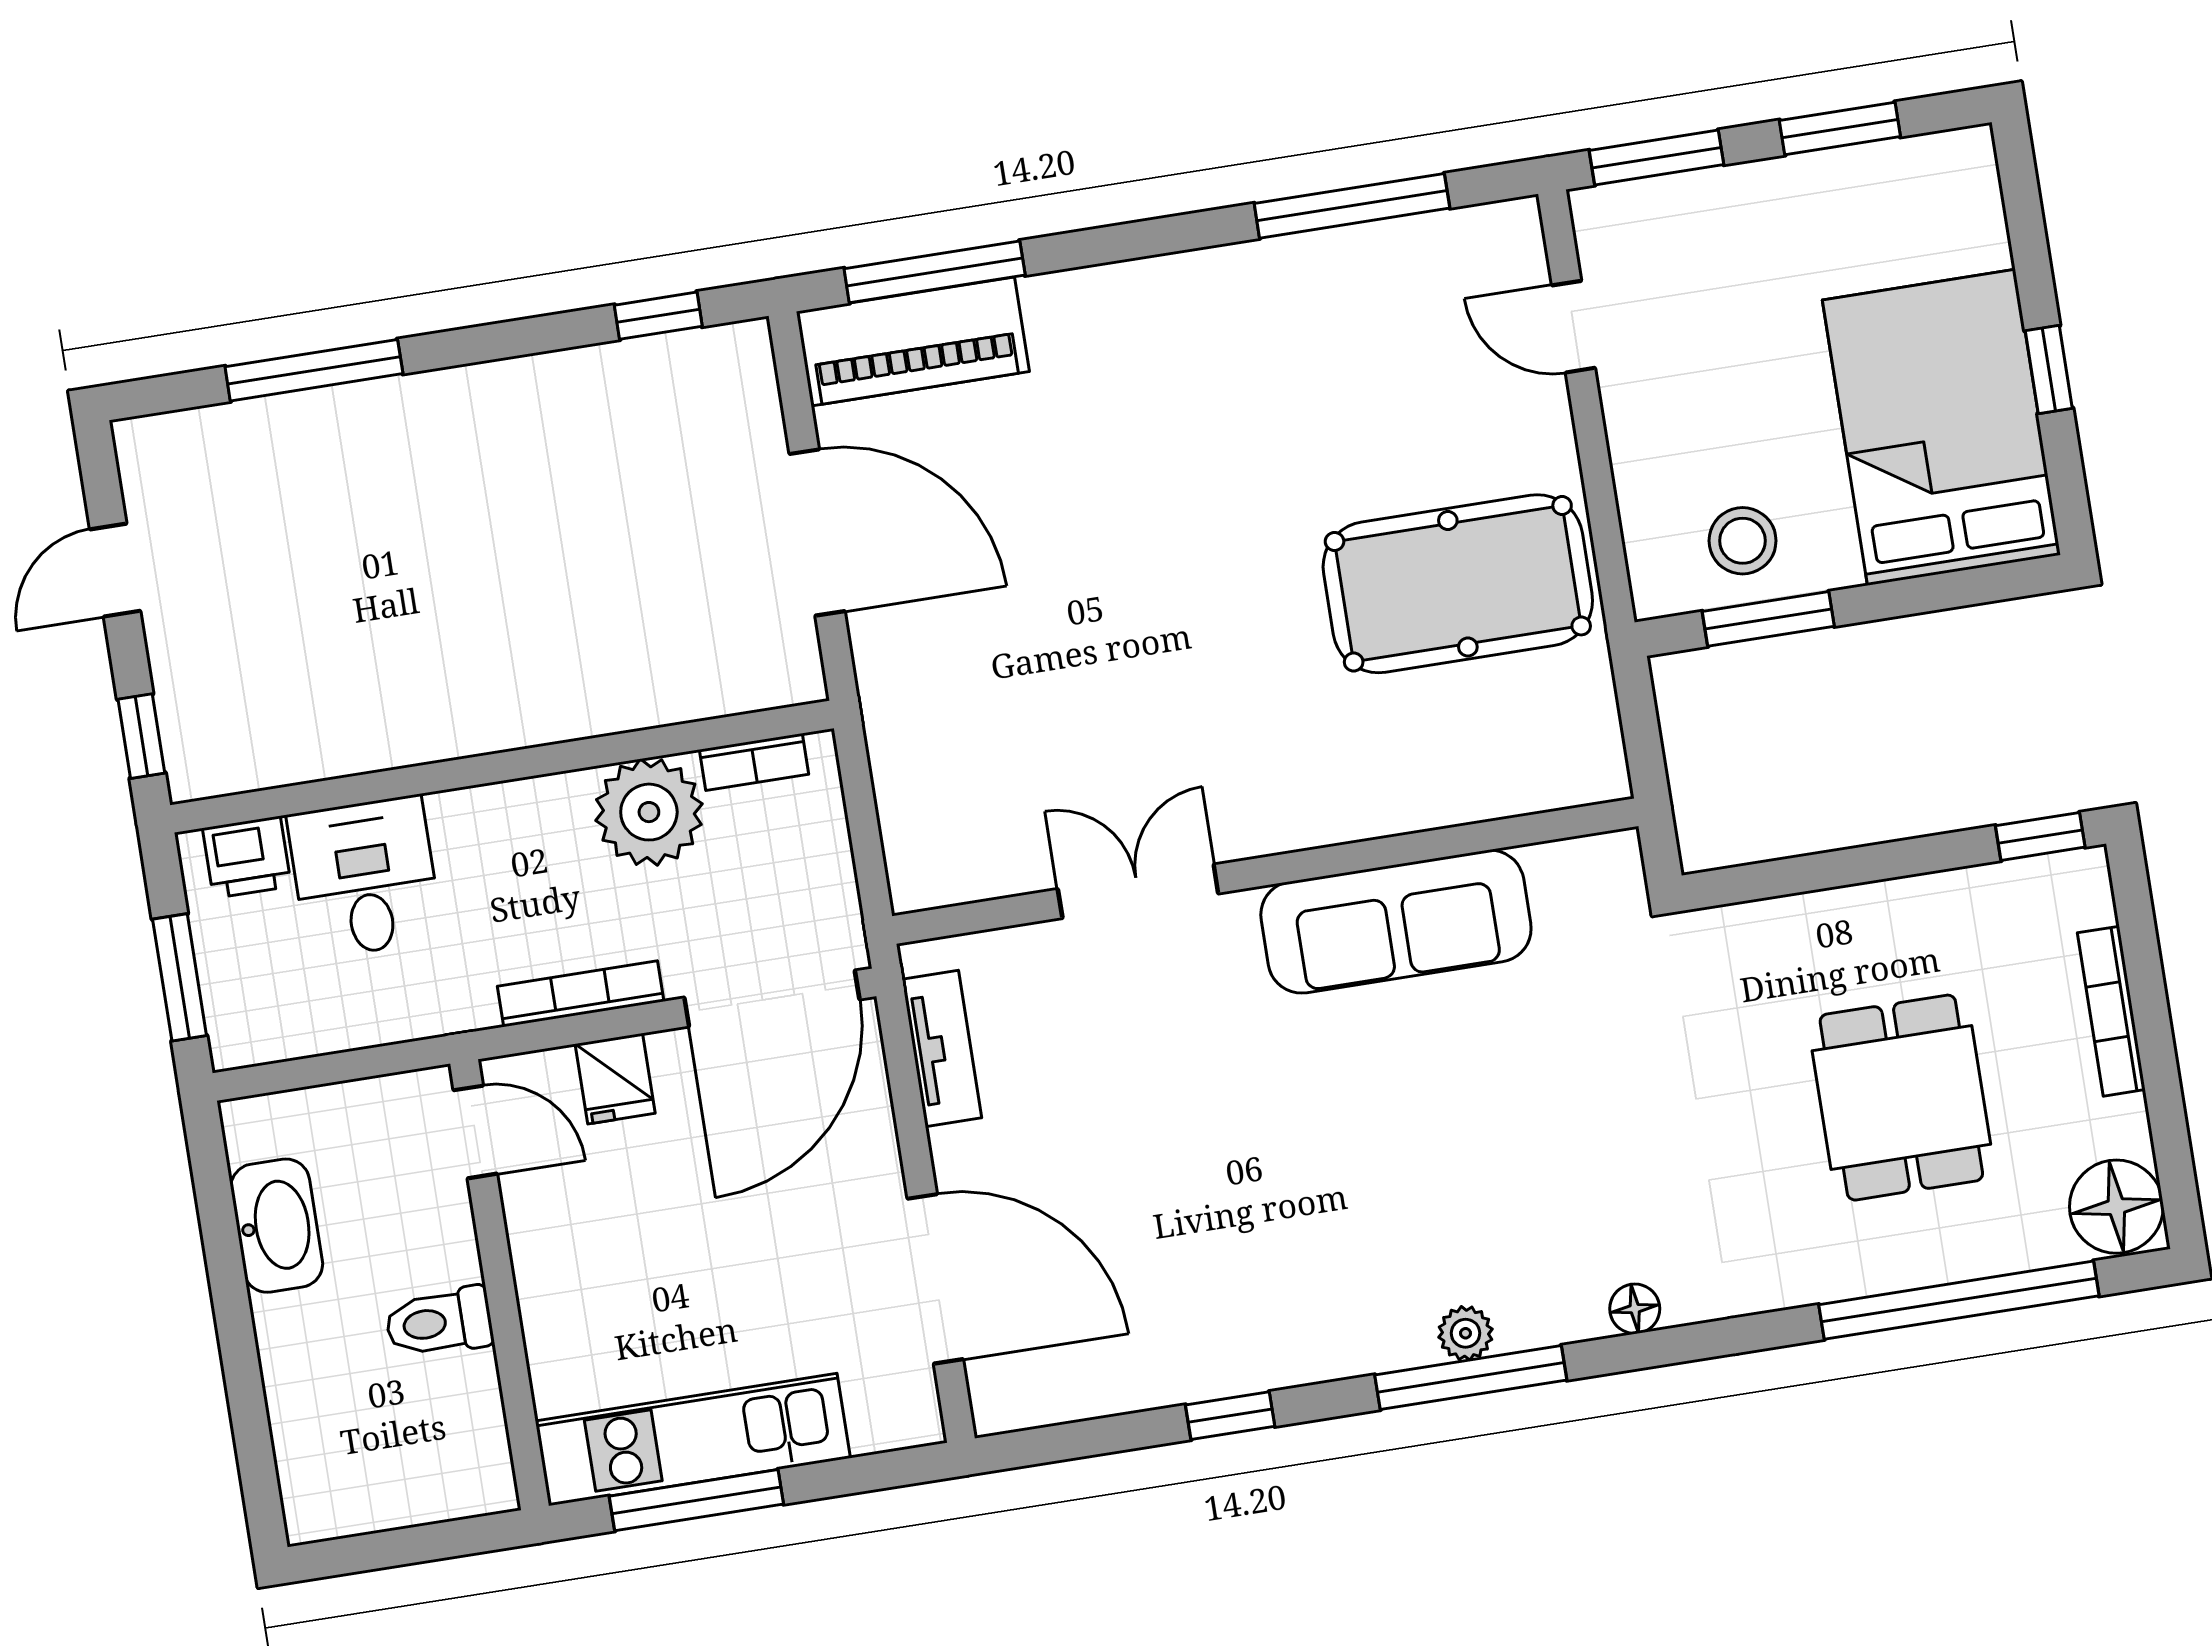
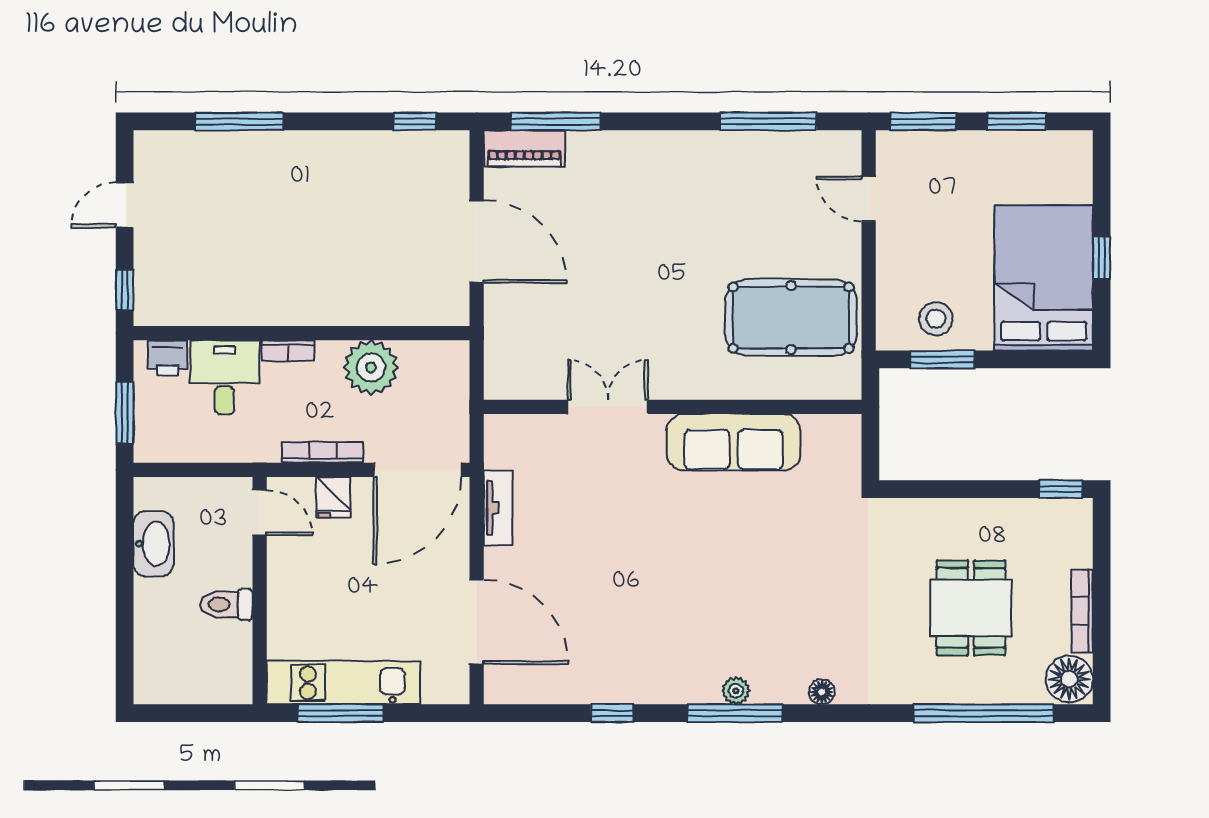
piano: (913, 342) -> (524, 148), width x0.73, depth x0.75
bookcase: (754, 762) -> (288, 351), moved
wall: (1265, 871) -> (673, 407), moved
double door: (1138, 891) -> (608, 407), moved
sofa: (1396, 922) -> (734, 442), moved
bookcase: (2111, 1011) -> (1082, 611), moved

